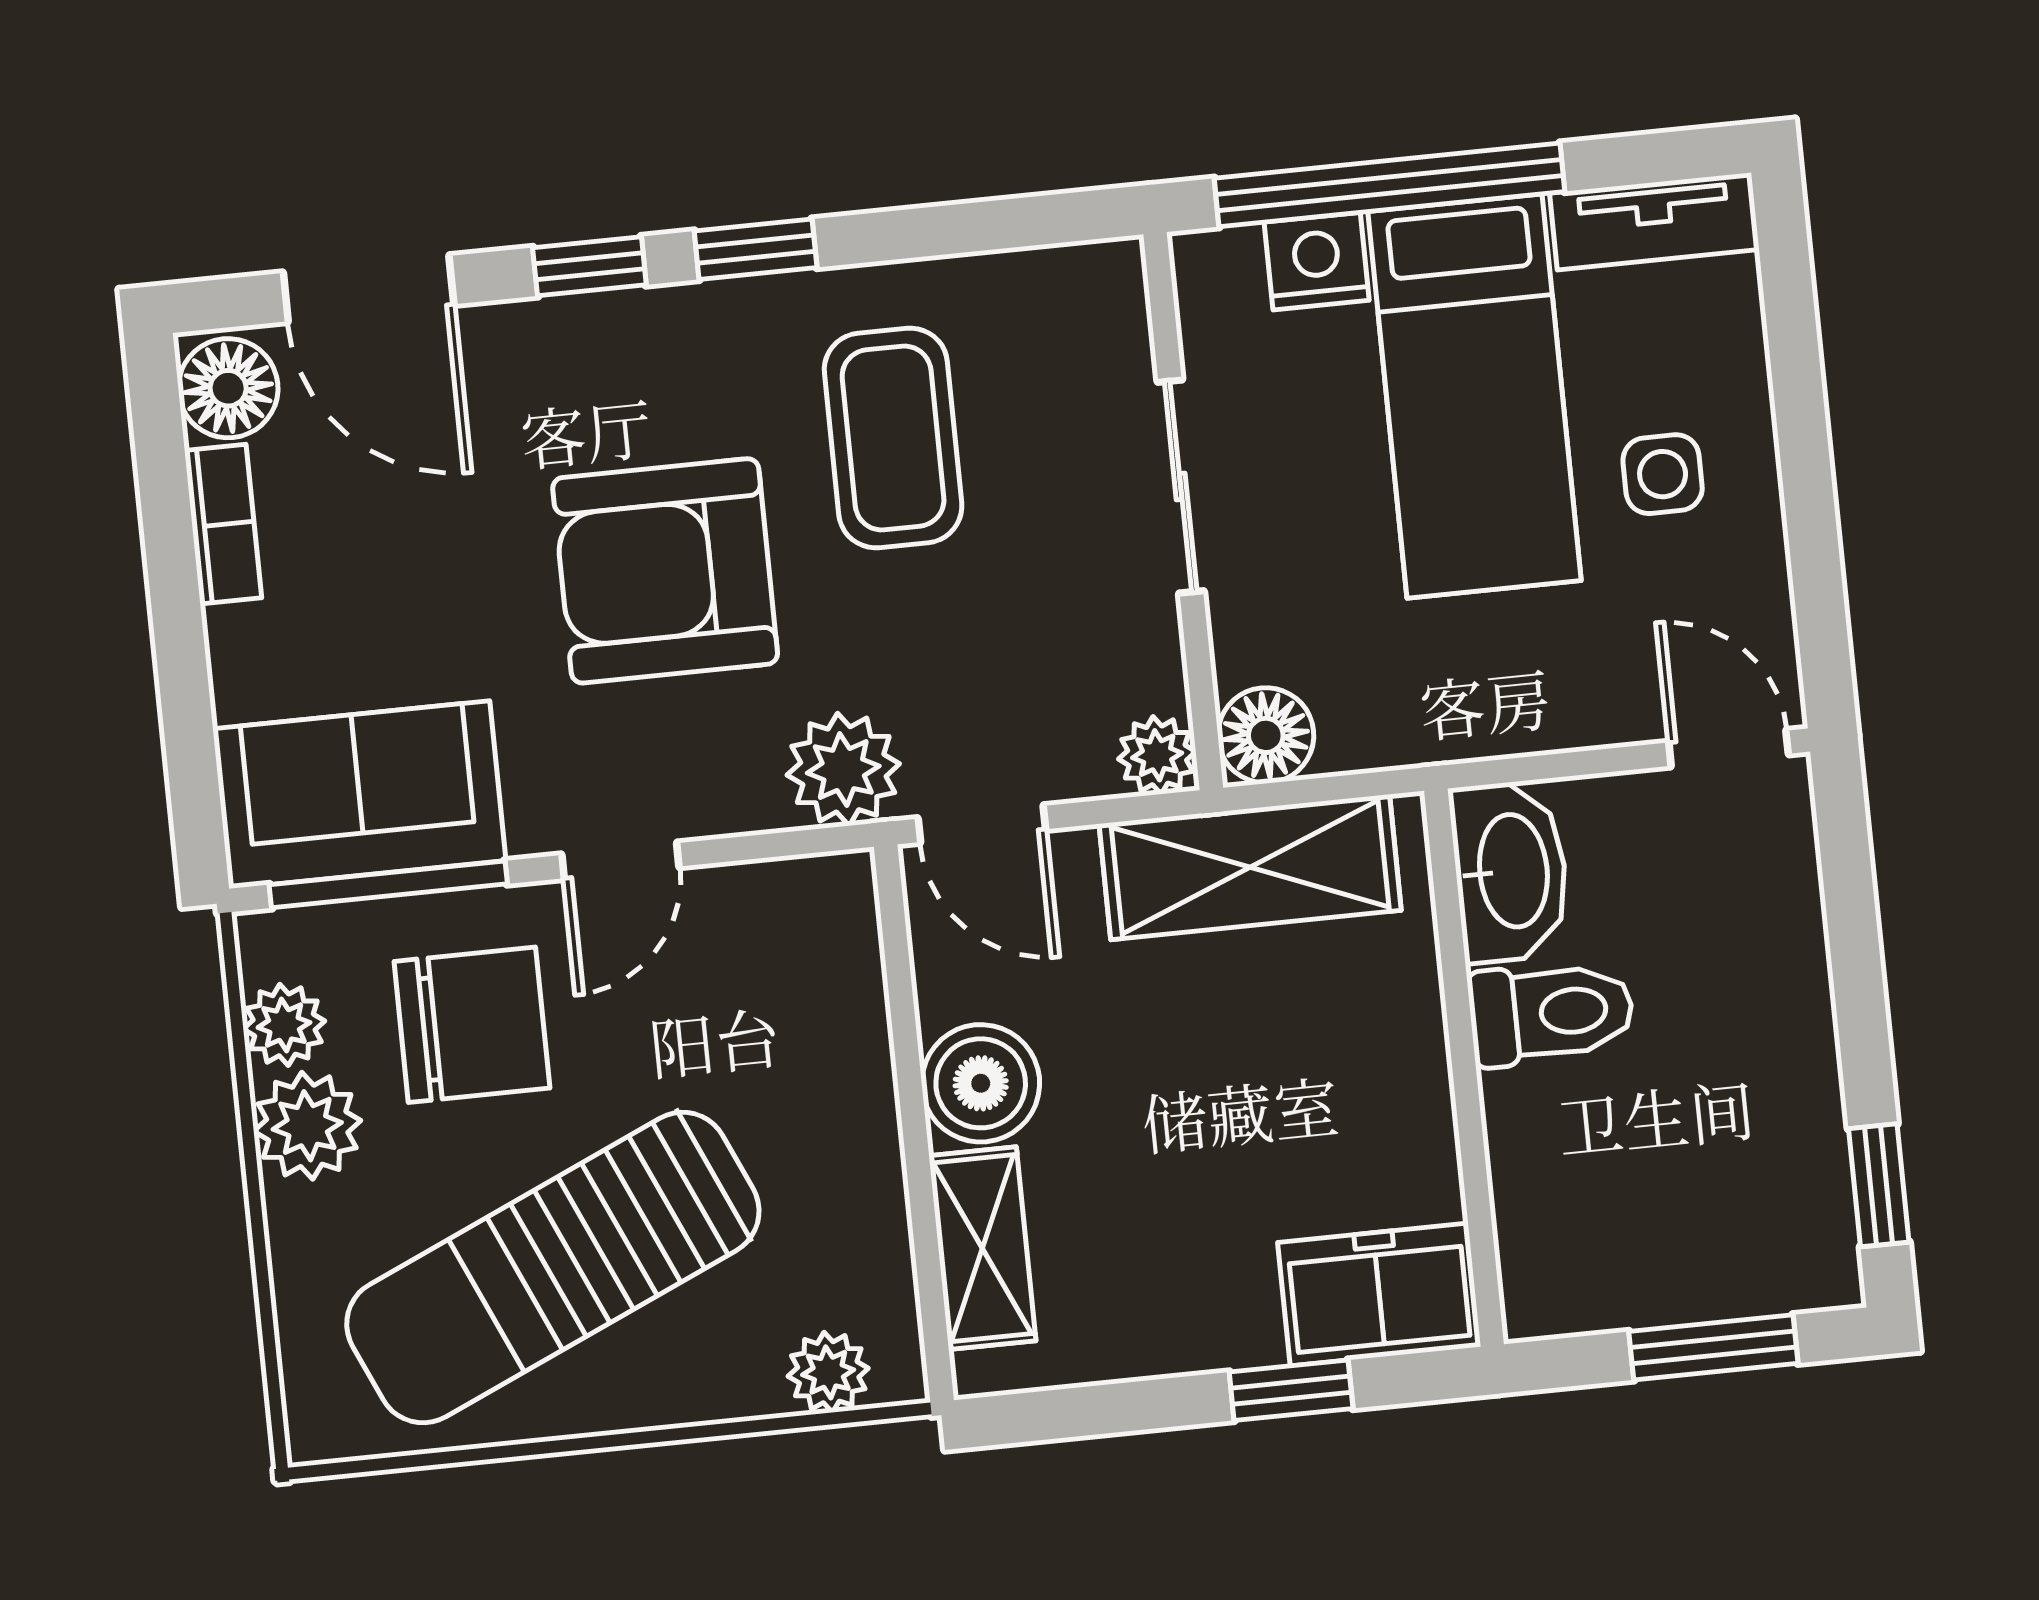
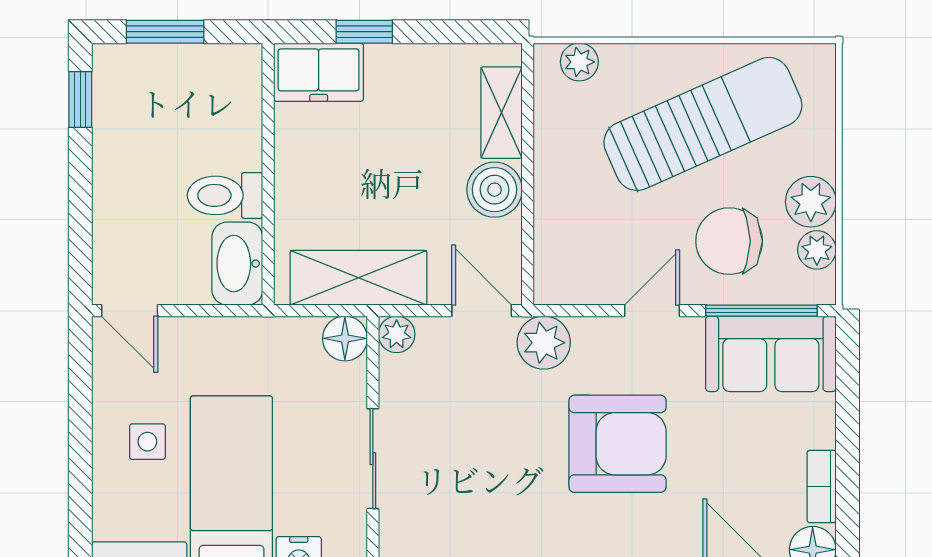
coffee table: (893, 438) -> (505, 495), removed

